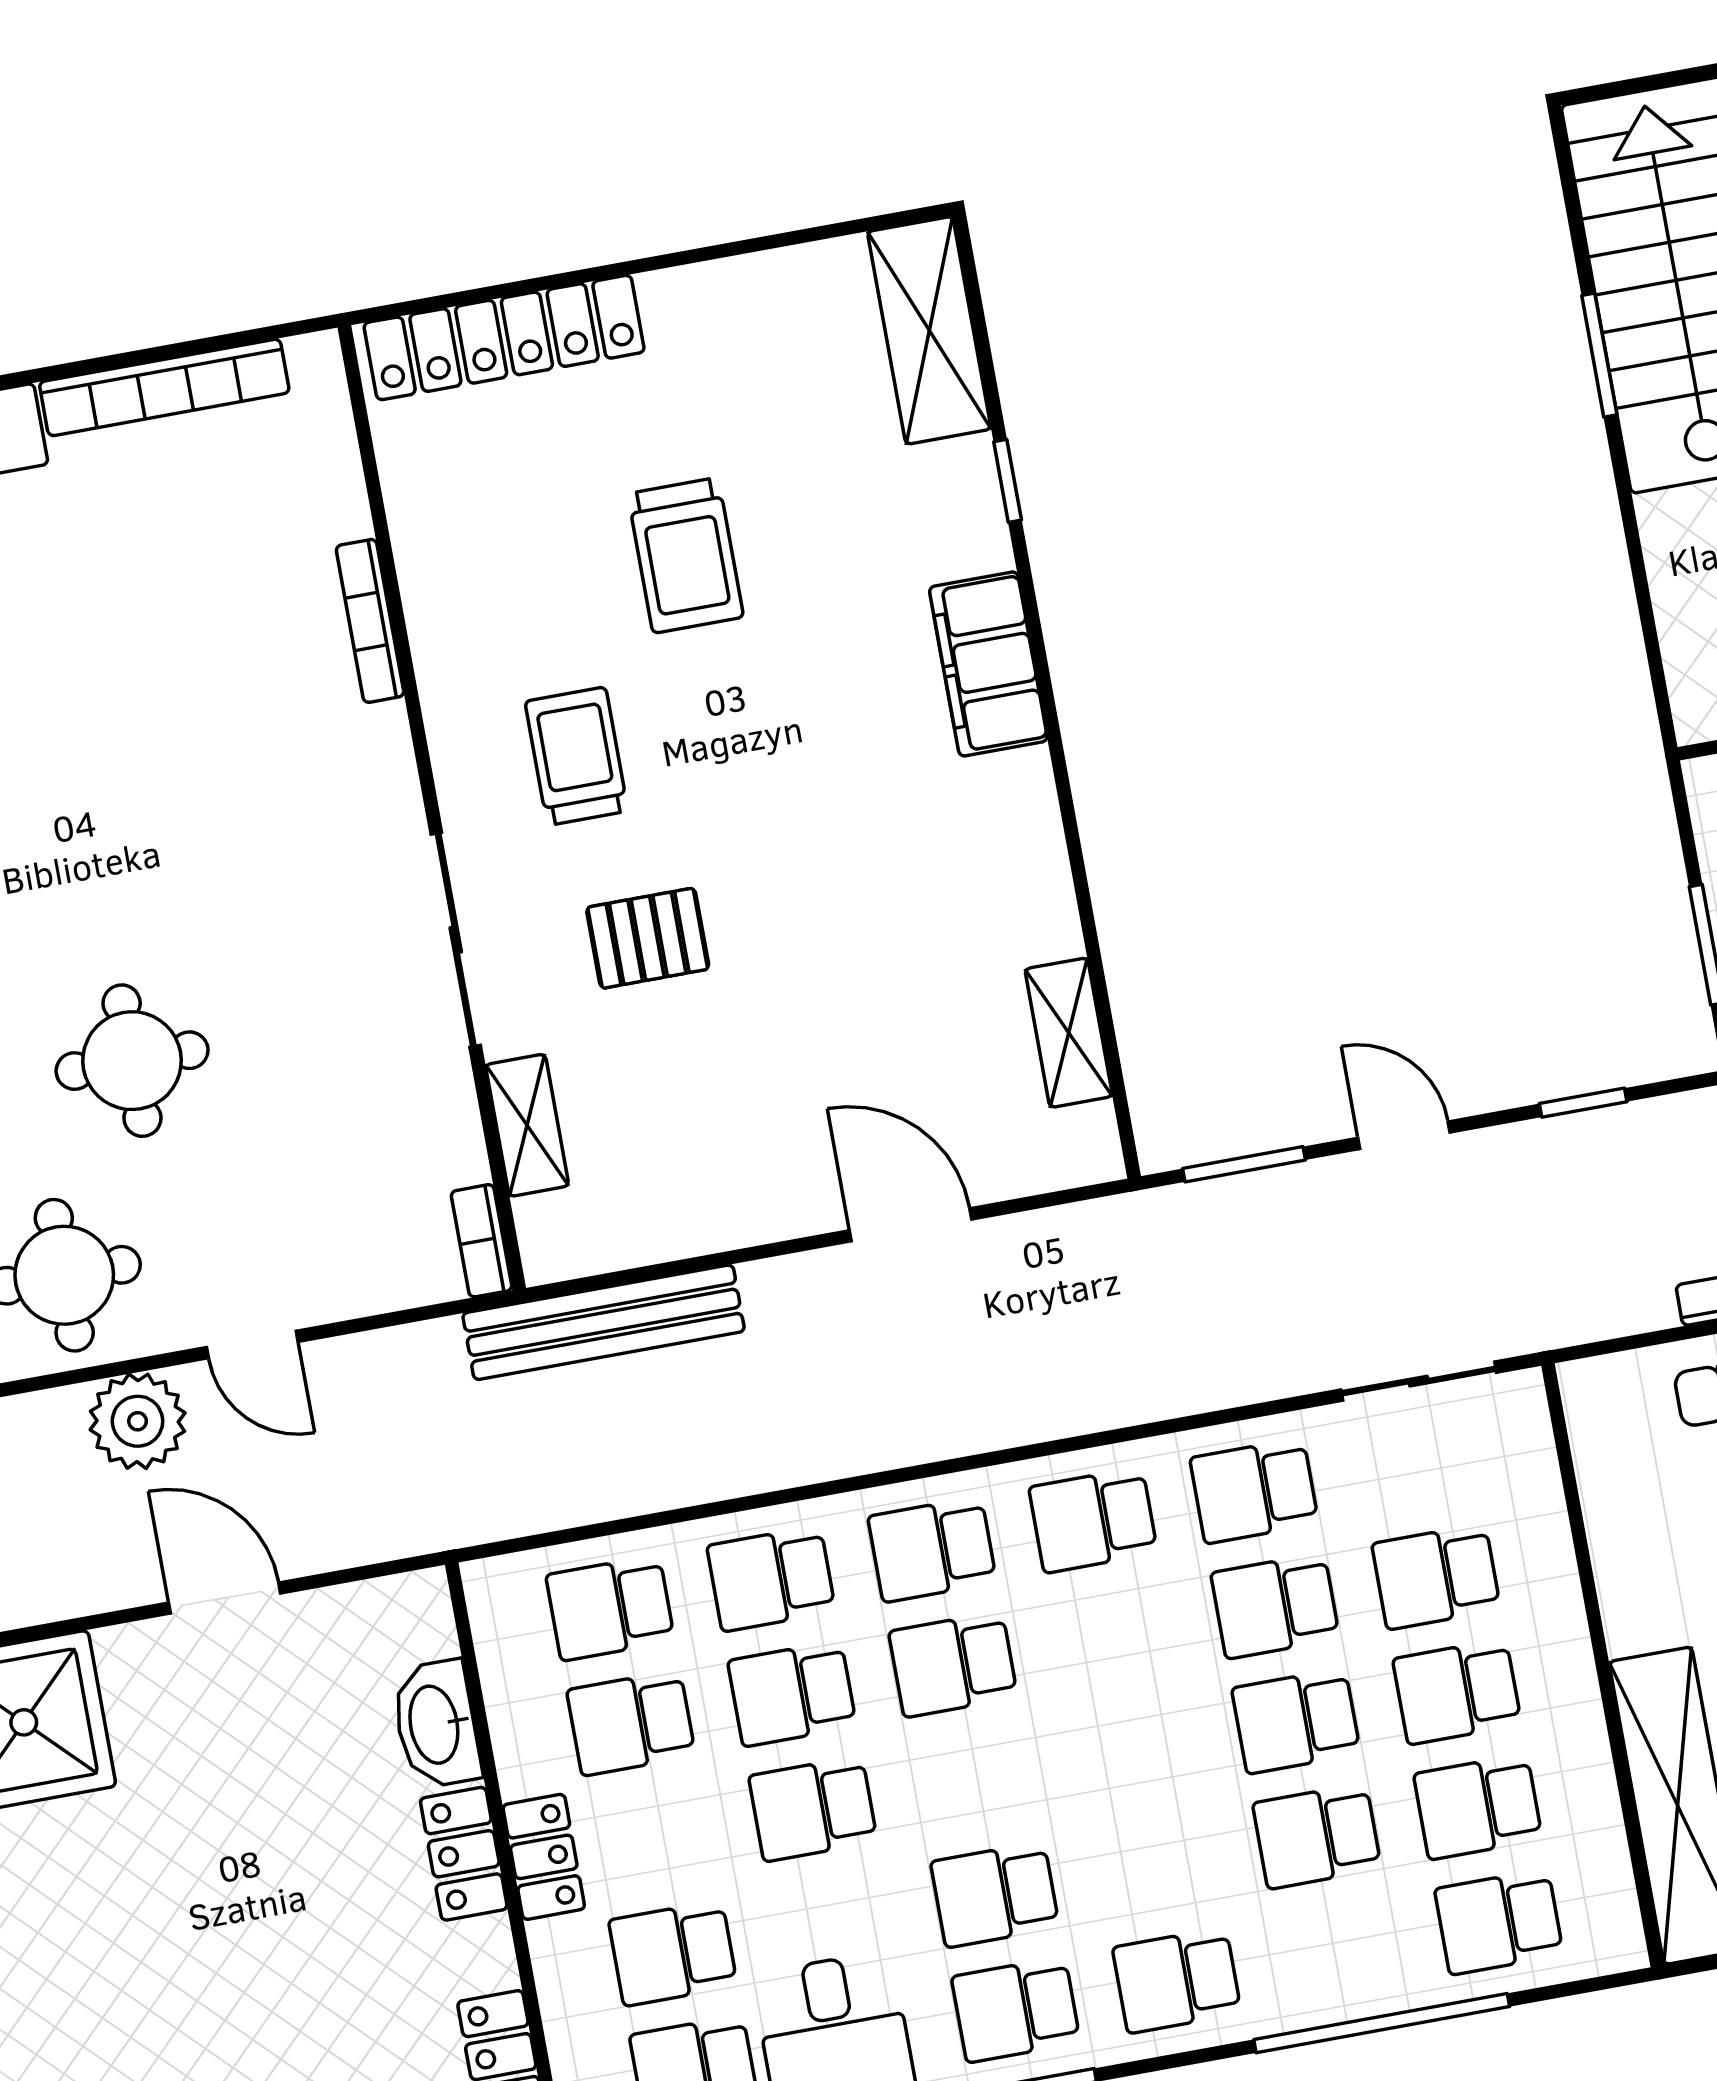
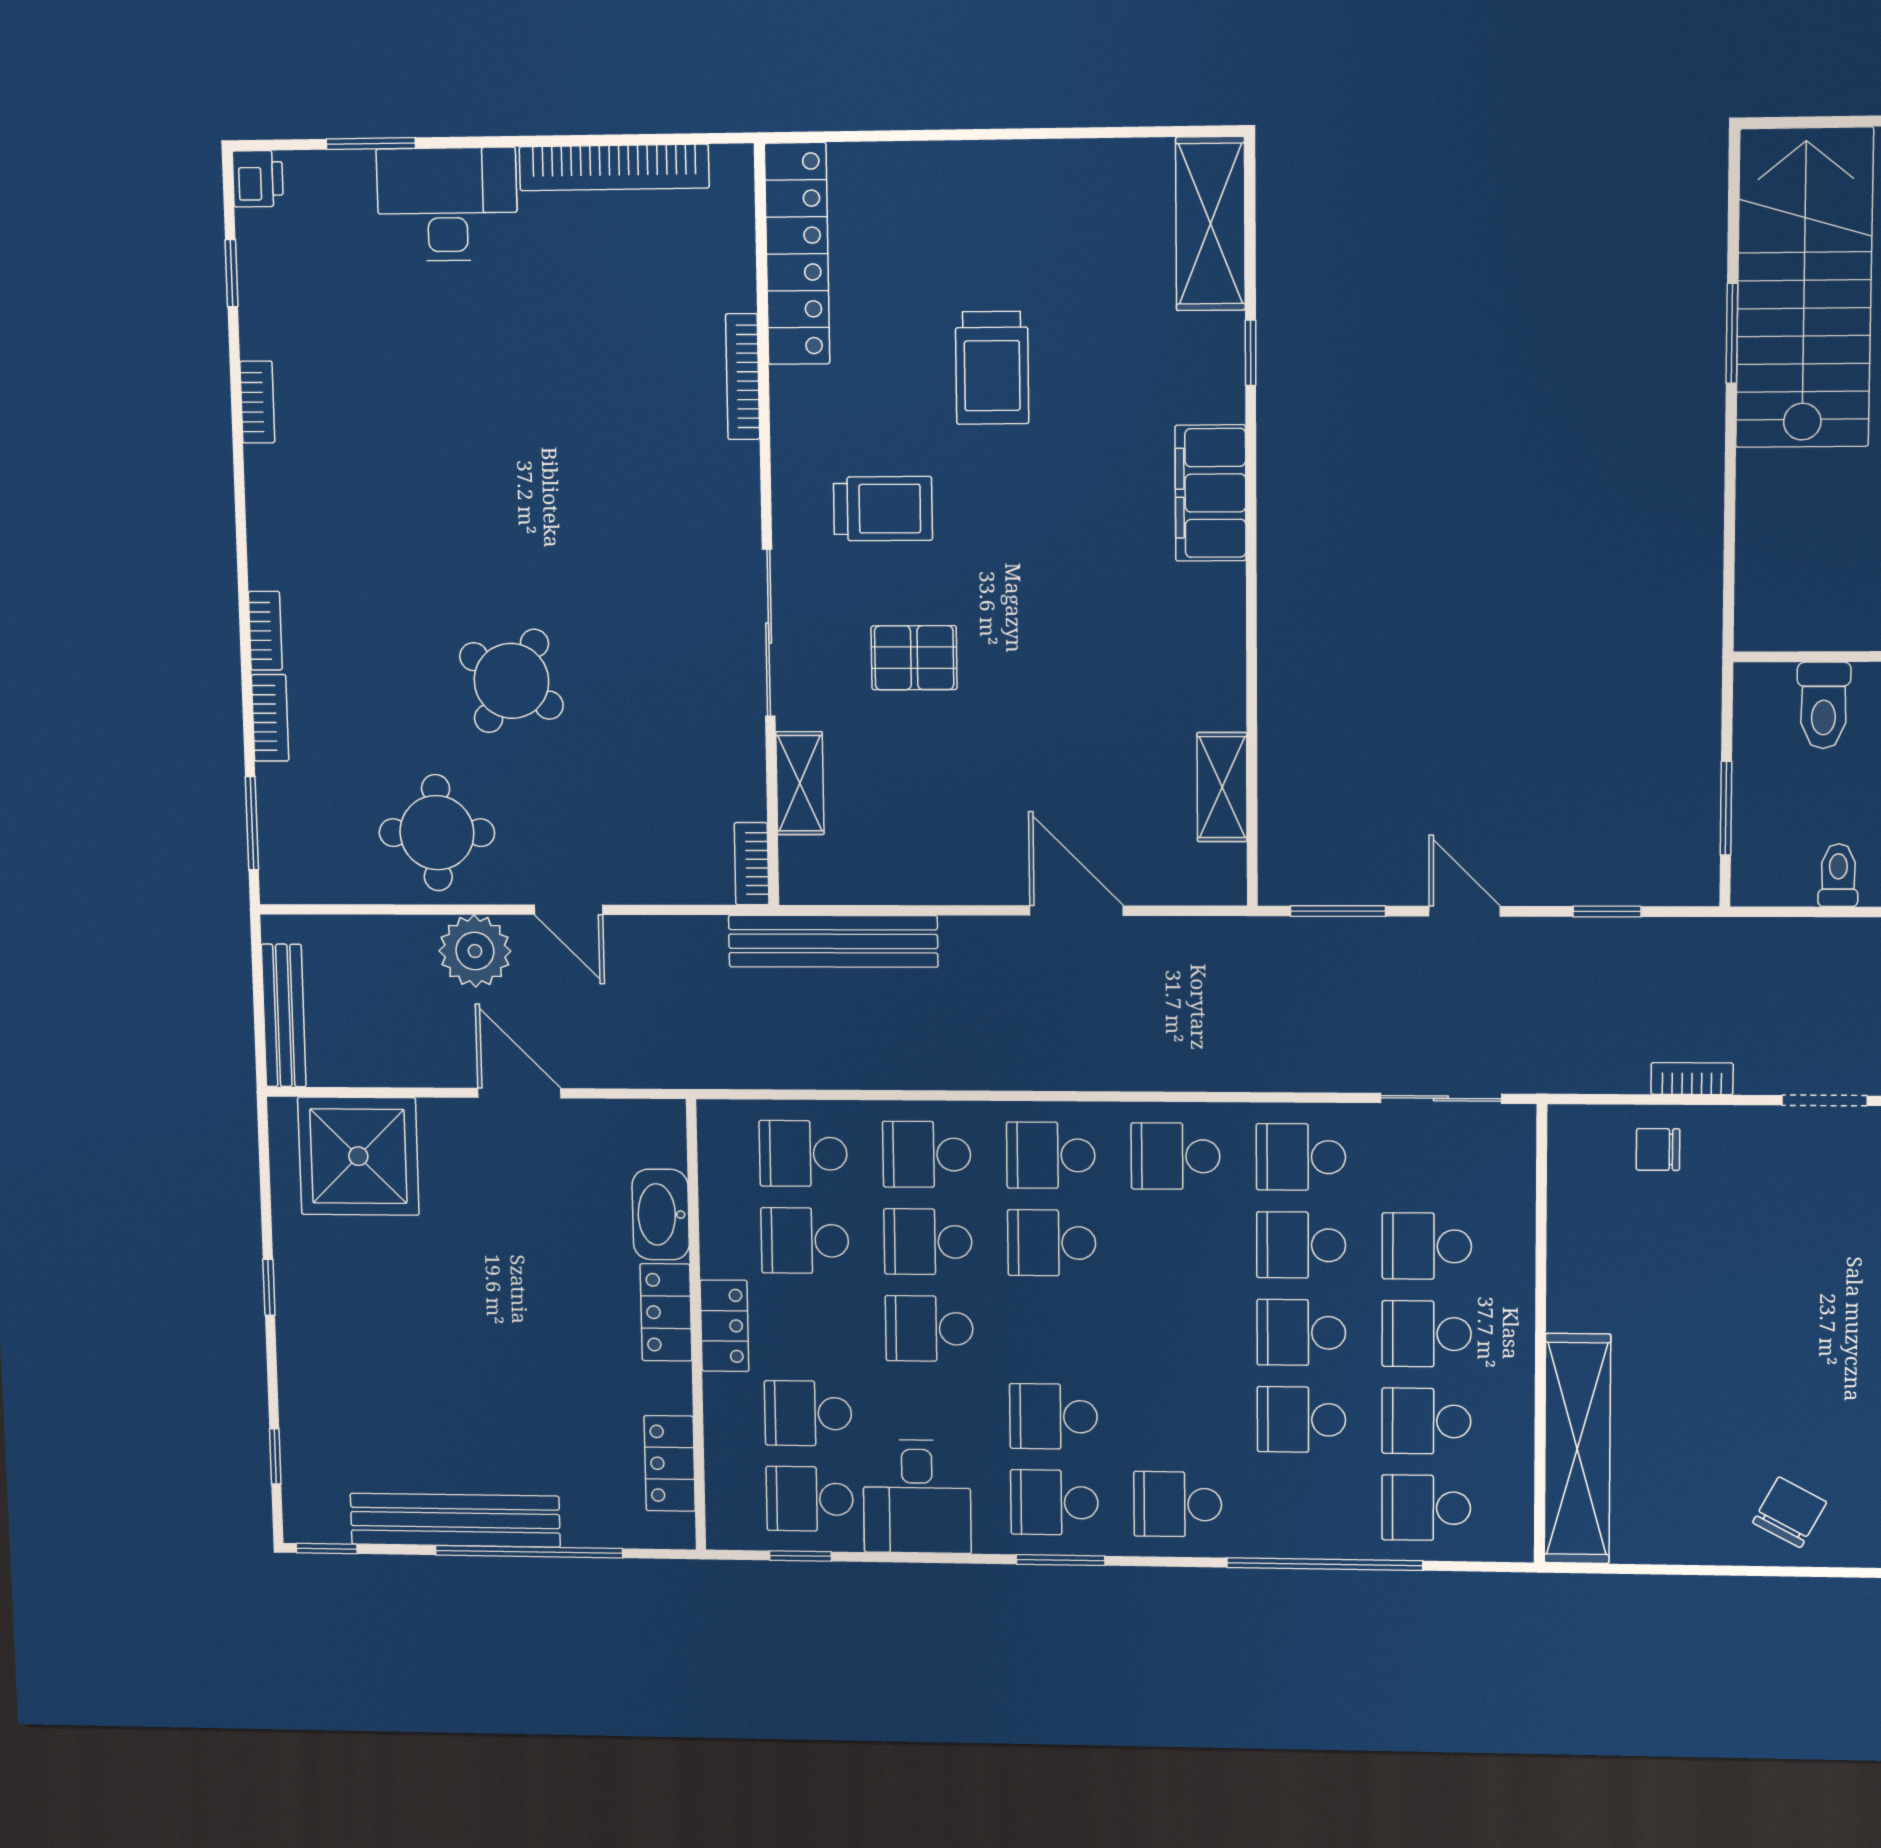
locker: (504, 338) -> (797, 254), moved, turned -90
trolley: (576, 756) -> (883, 509), turned 90
round table: (132, 1061) -> (511, 681), turned 33

